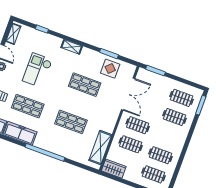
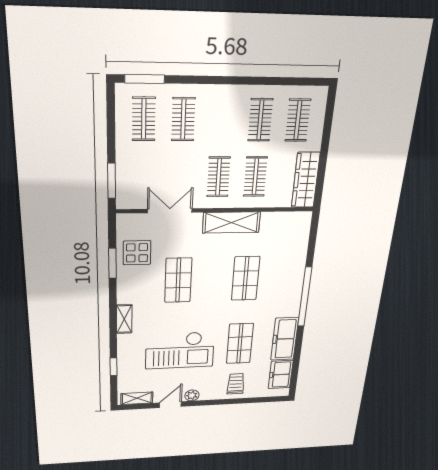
checkout: (37, 70) -> (180, 350), width x1.36, depth x1.21
double door: (128, 94) -> (170, 211), width x0.73
shelving: (100, 148) -> (231, 222), moved
wardrobe: (114, 169) -> (306, 180), width x1.50

